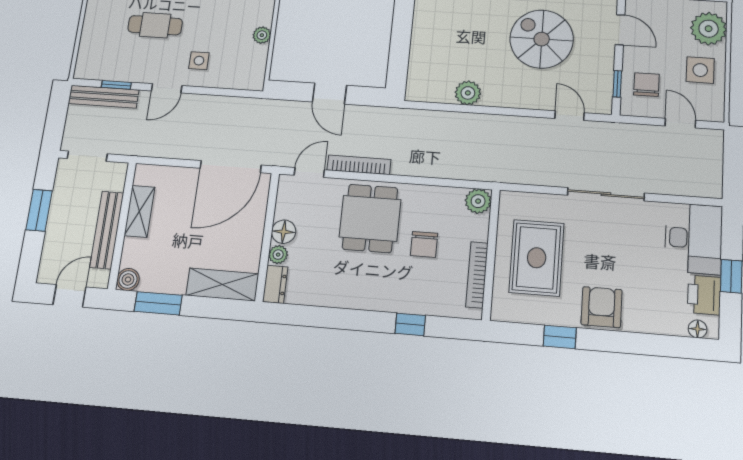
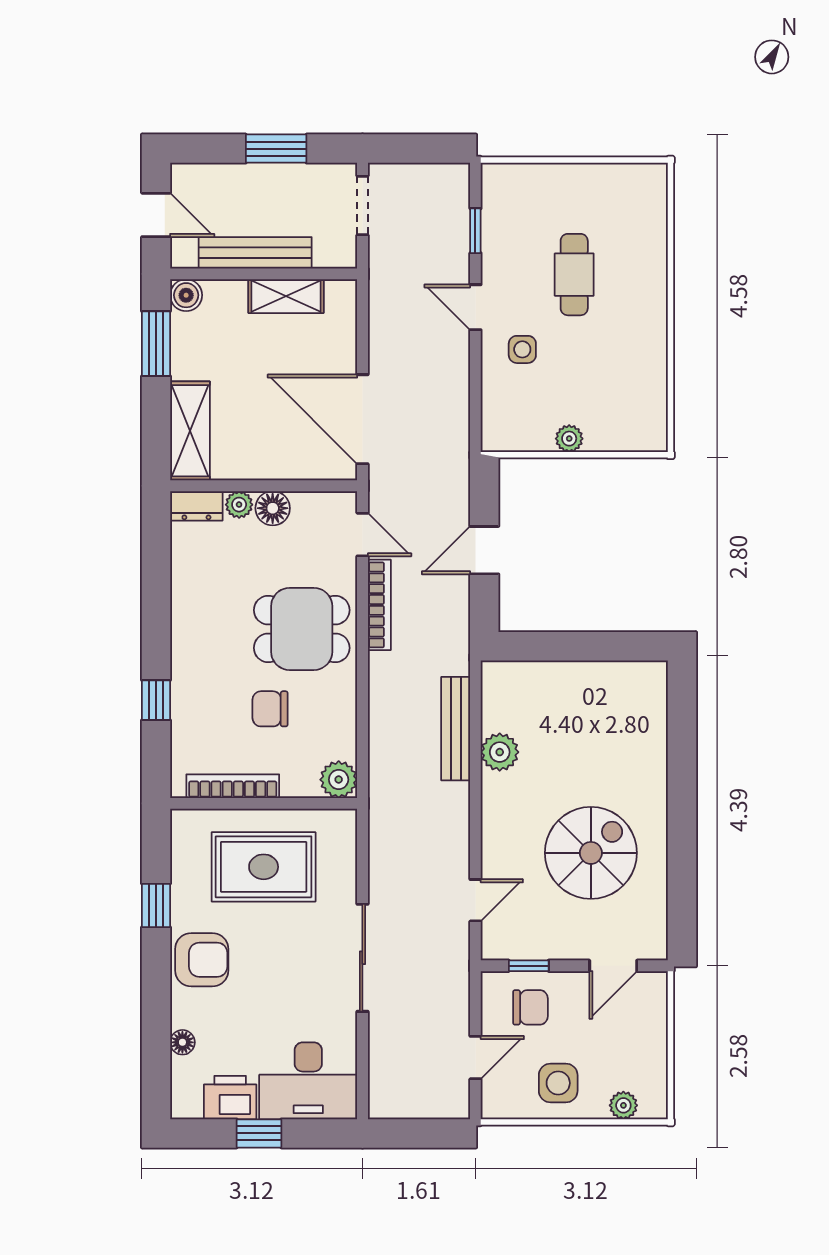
plant: (709, 29) -> (623, 1105), width x0.53, depth x0.53
bench: (104, 97) -> (456, 729), moved
floor lamp: (698, 329) -> (182, 1042), moved

